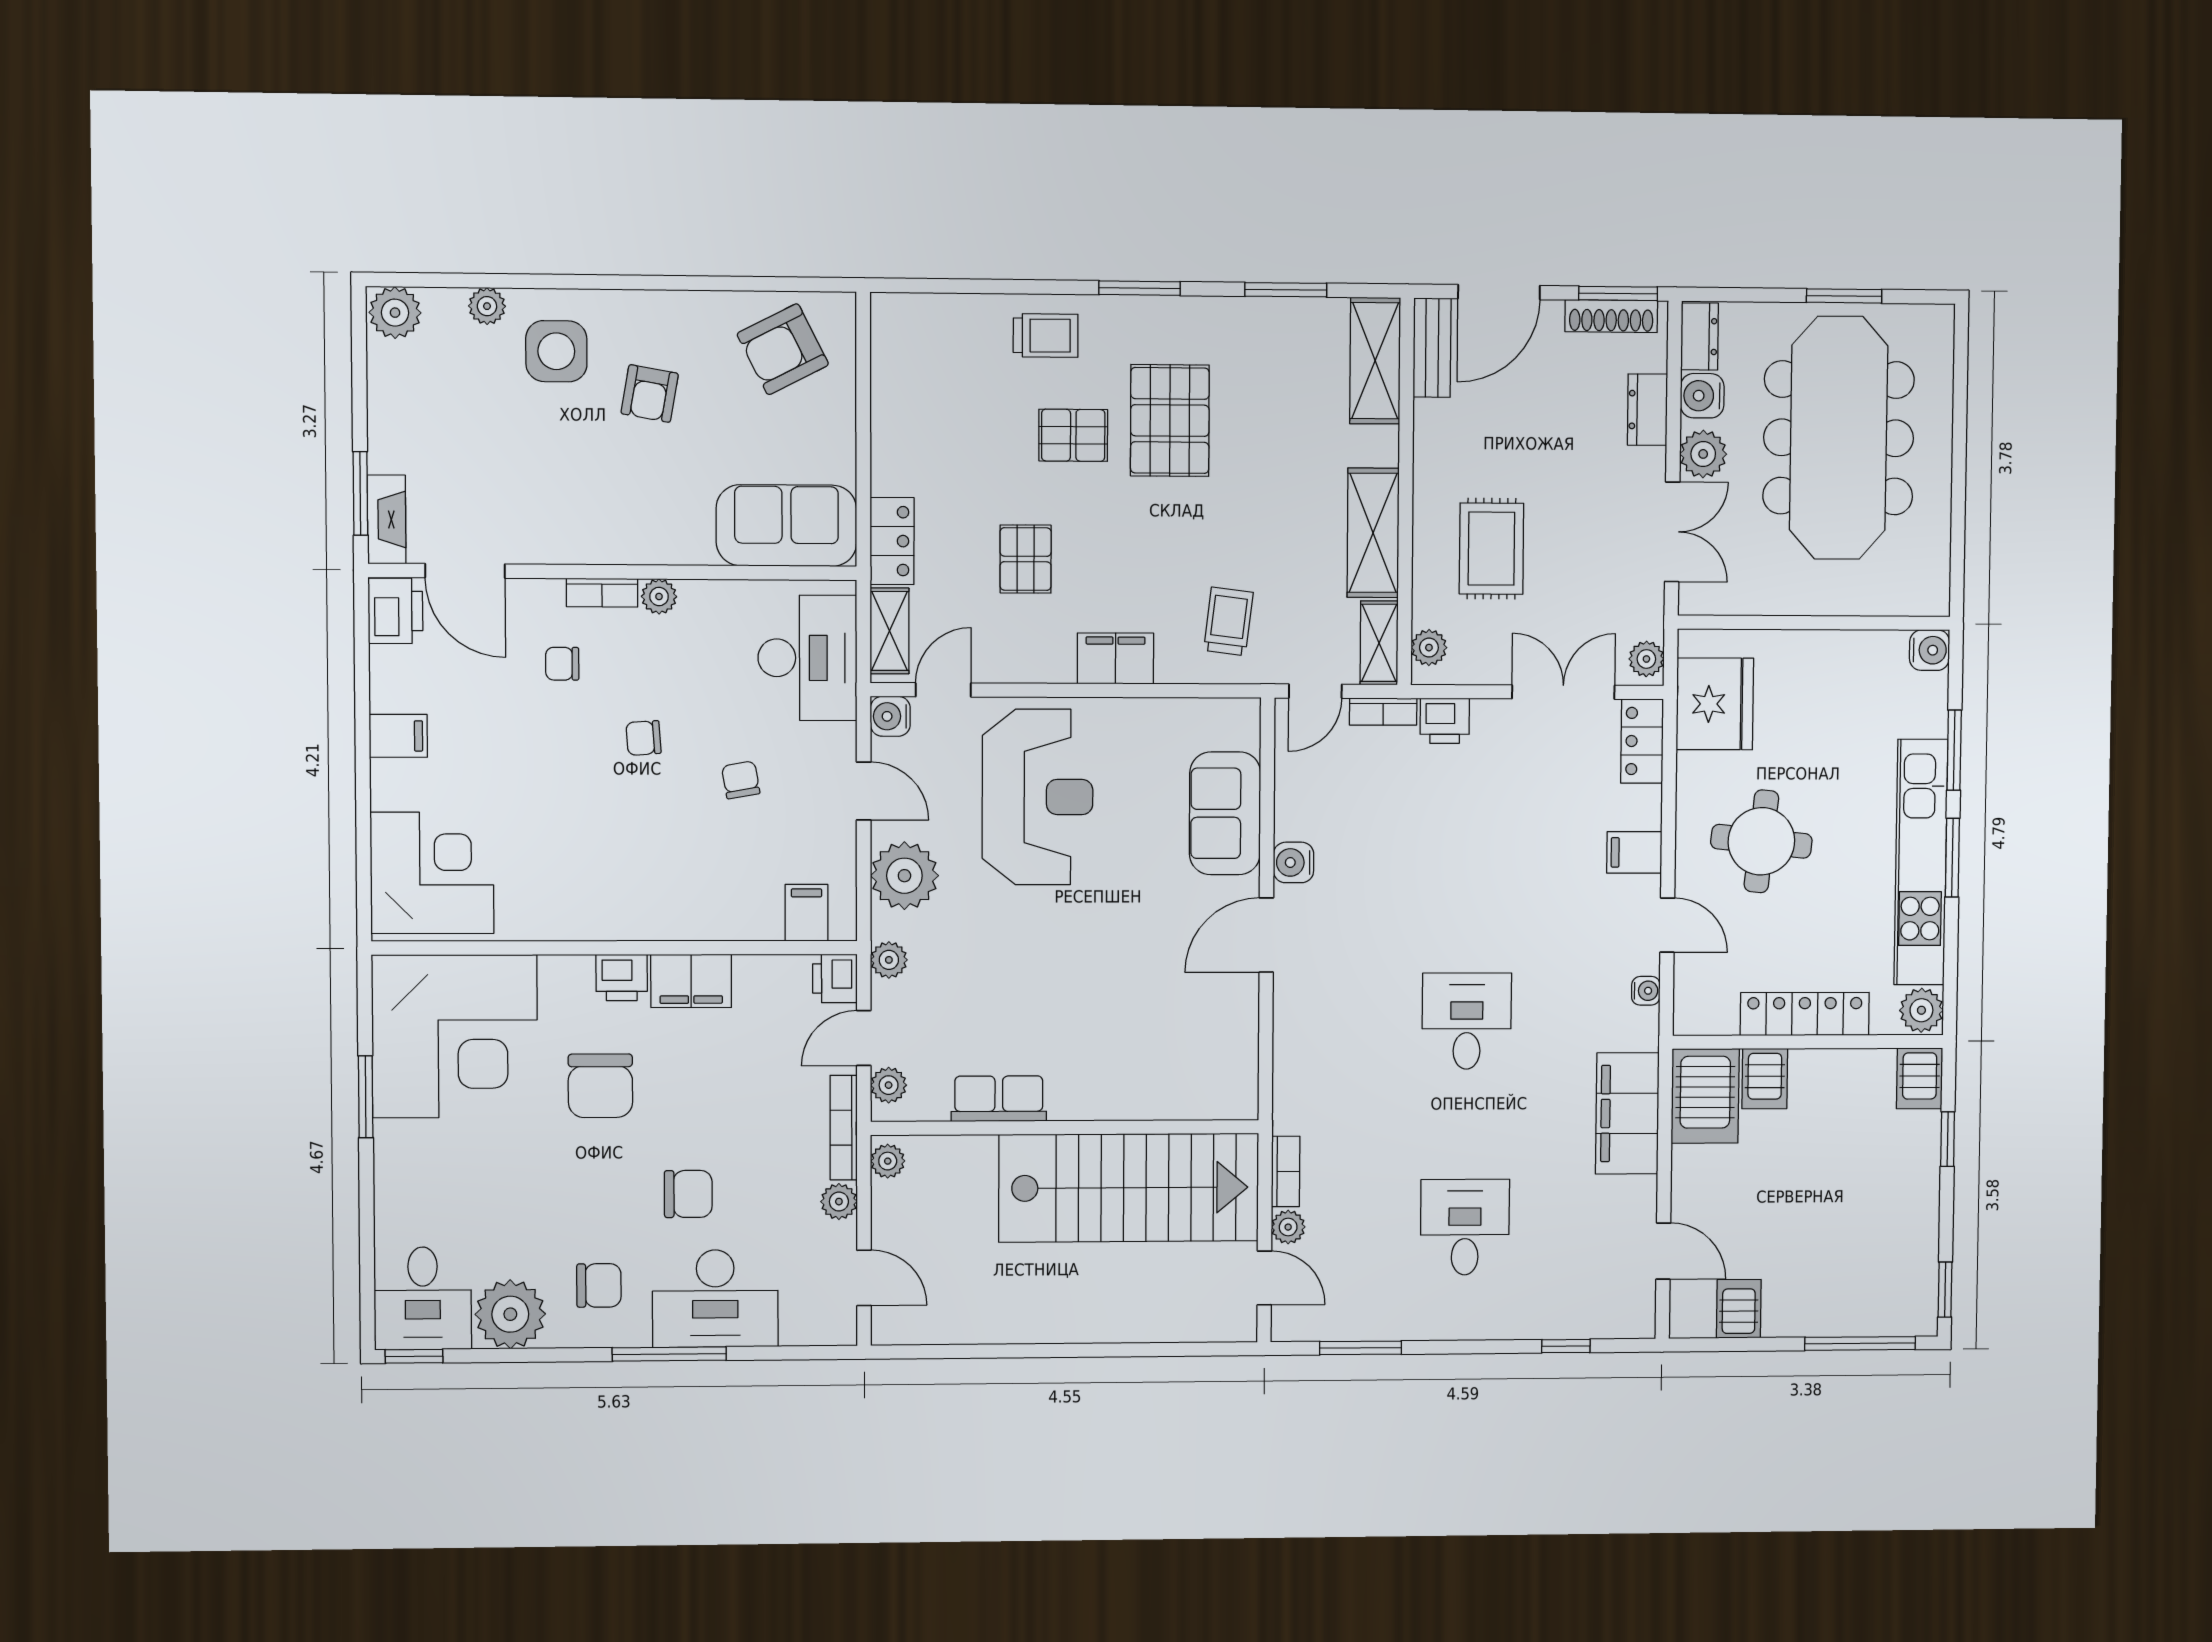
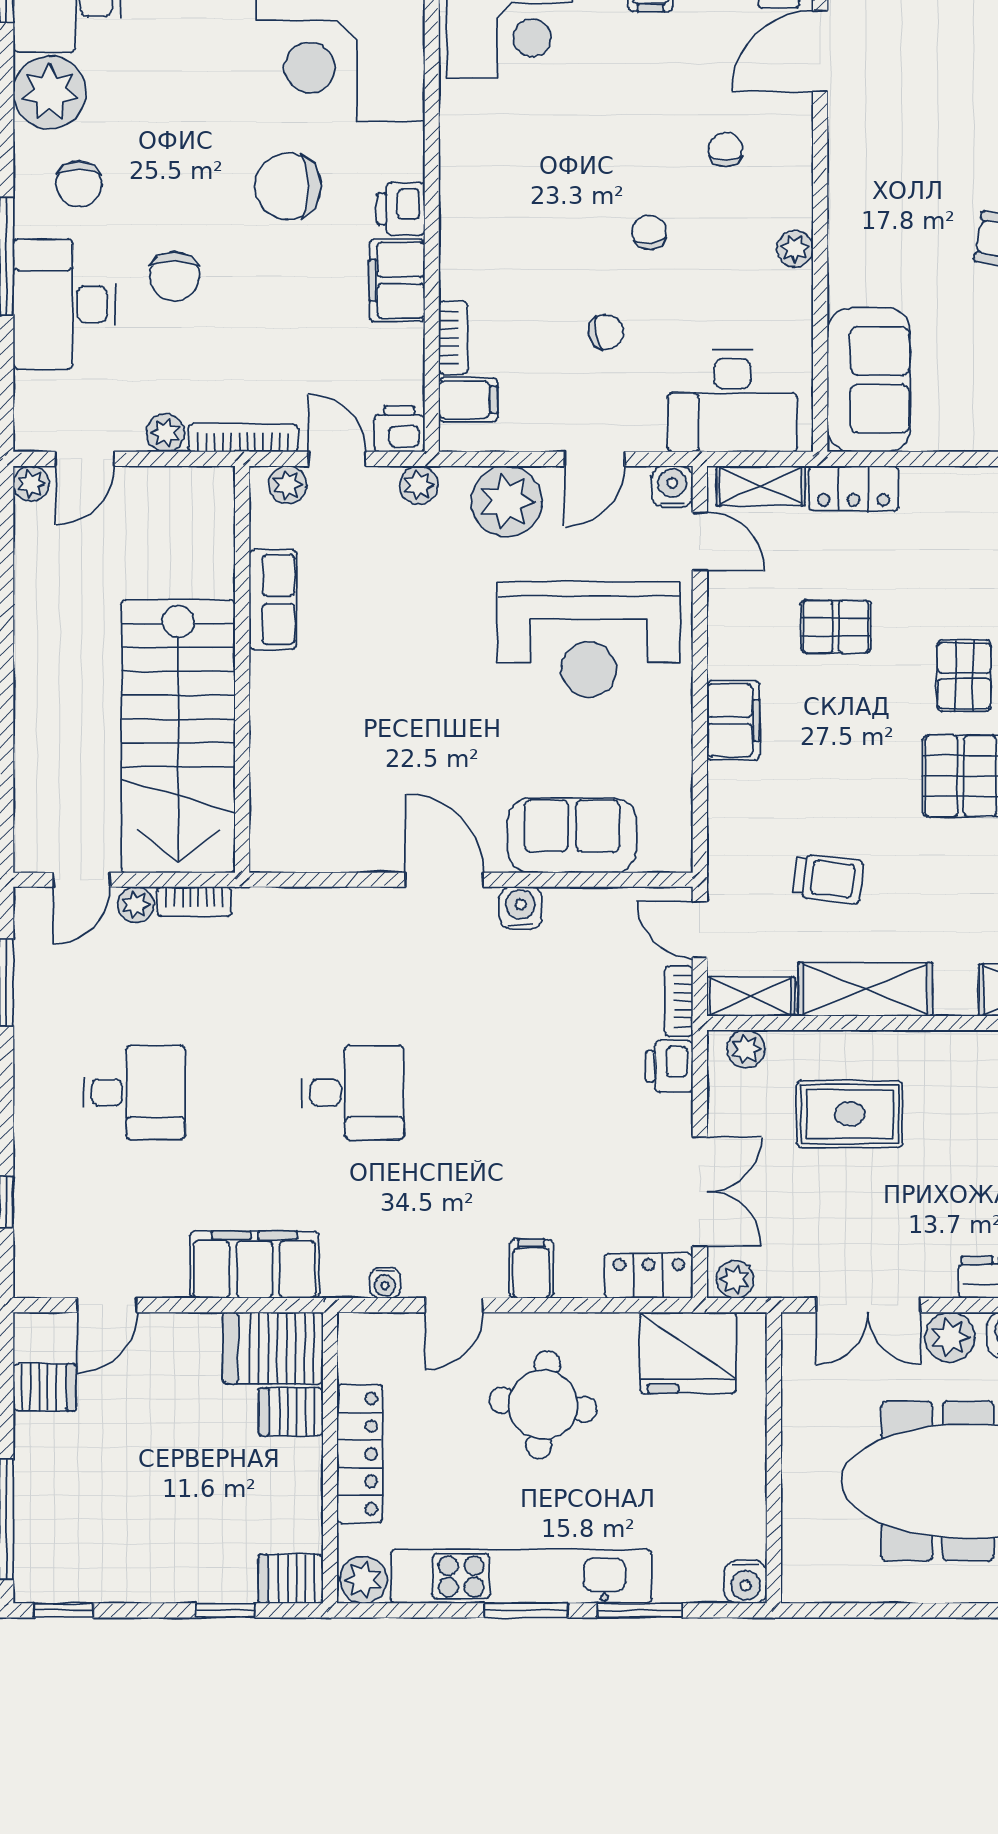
bookcase: (602, 593) -> (453, 338), moved, turned 180
trolley: (1228, 621) -> (828, 879), moved
plant: (888, 1161) -> (31, 484), moved

